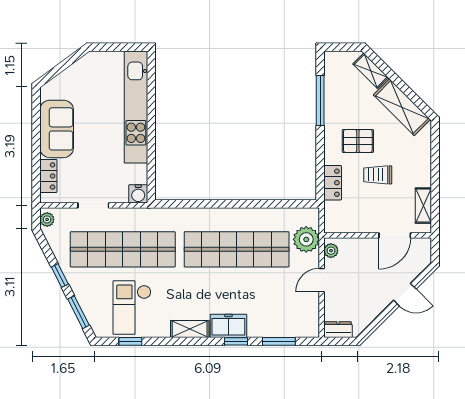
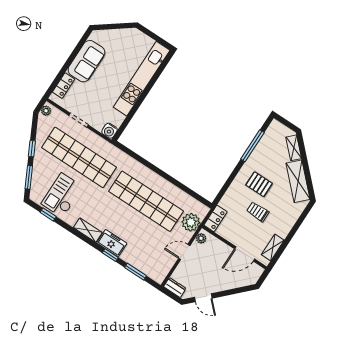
locker: (333, 183) -> (215, 218), moved
door: (405, 295) -> (203, 298), moved

